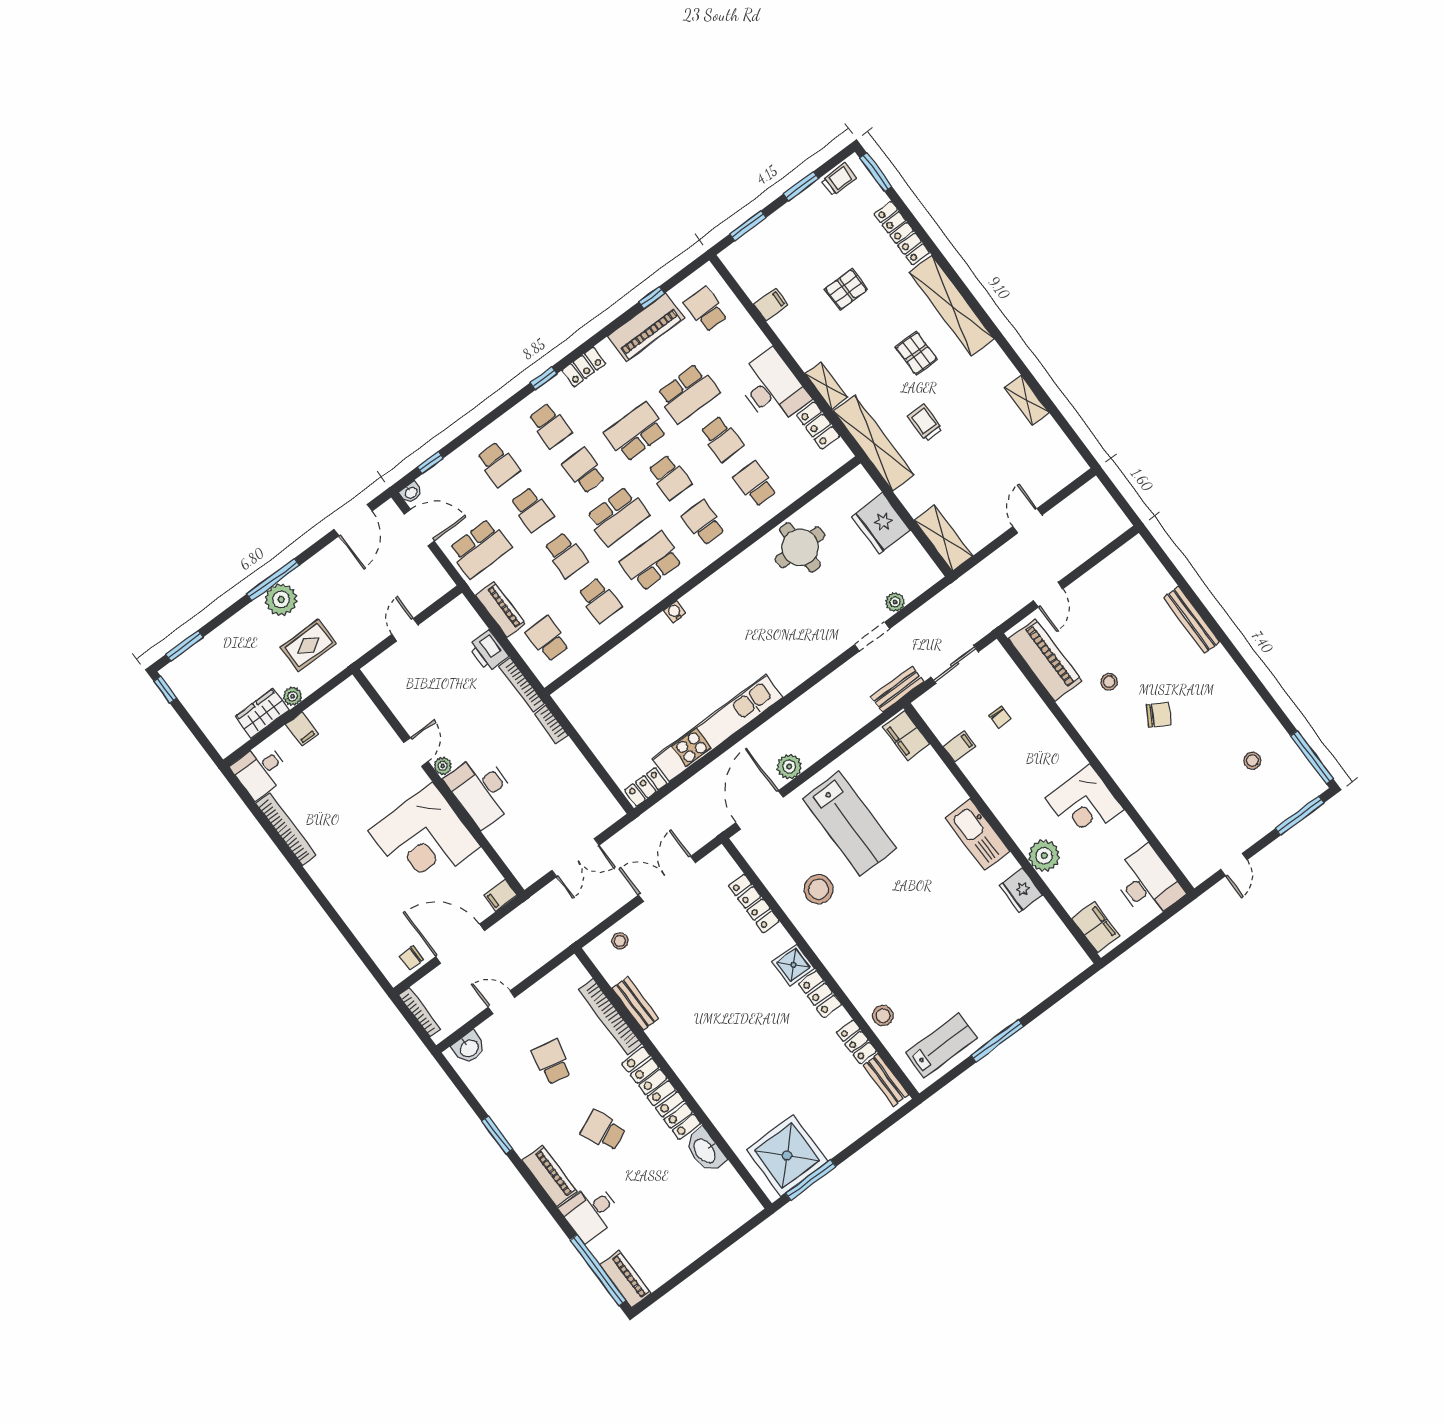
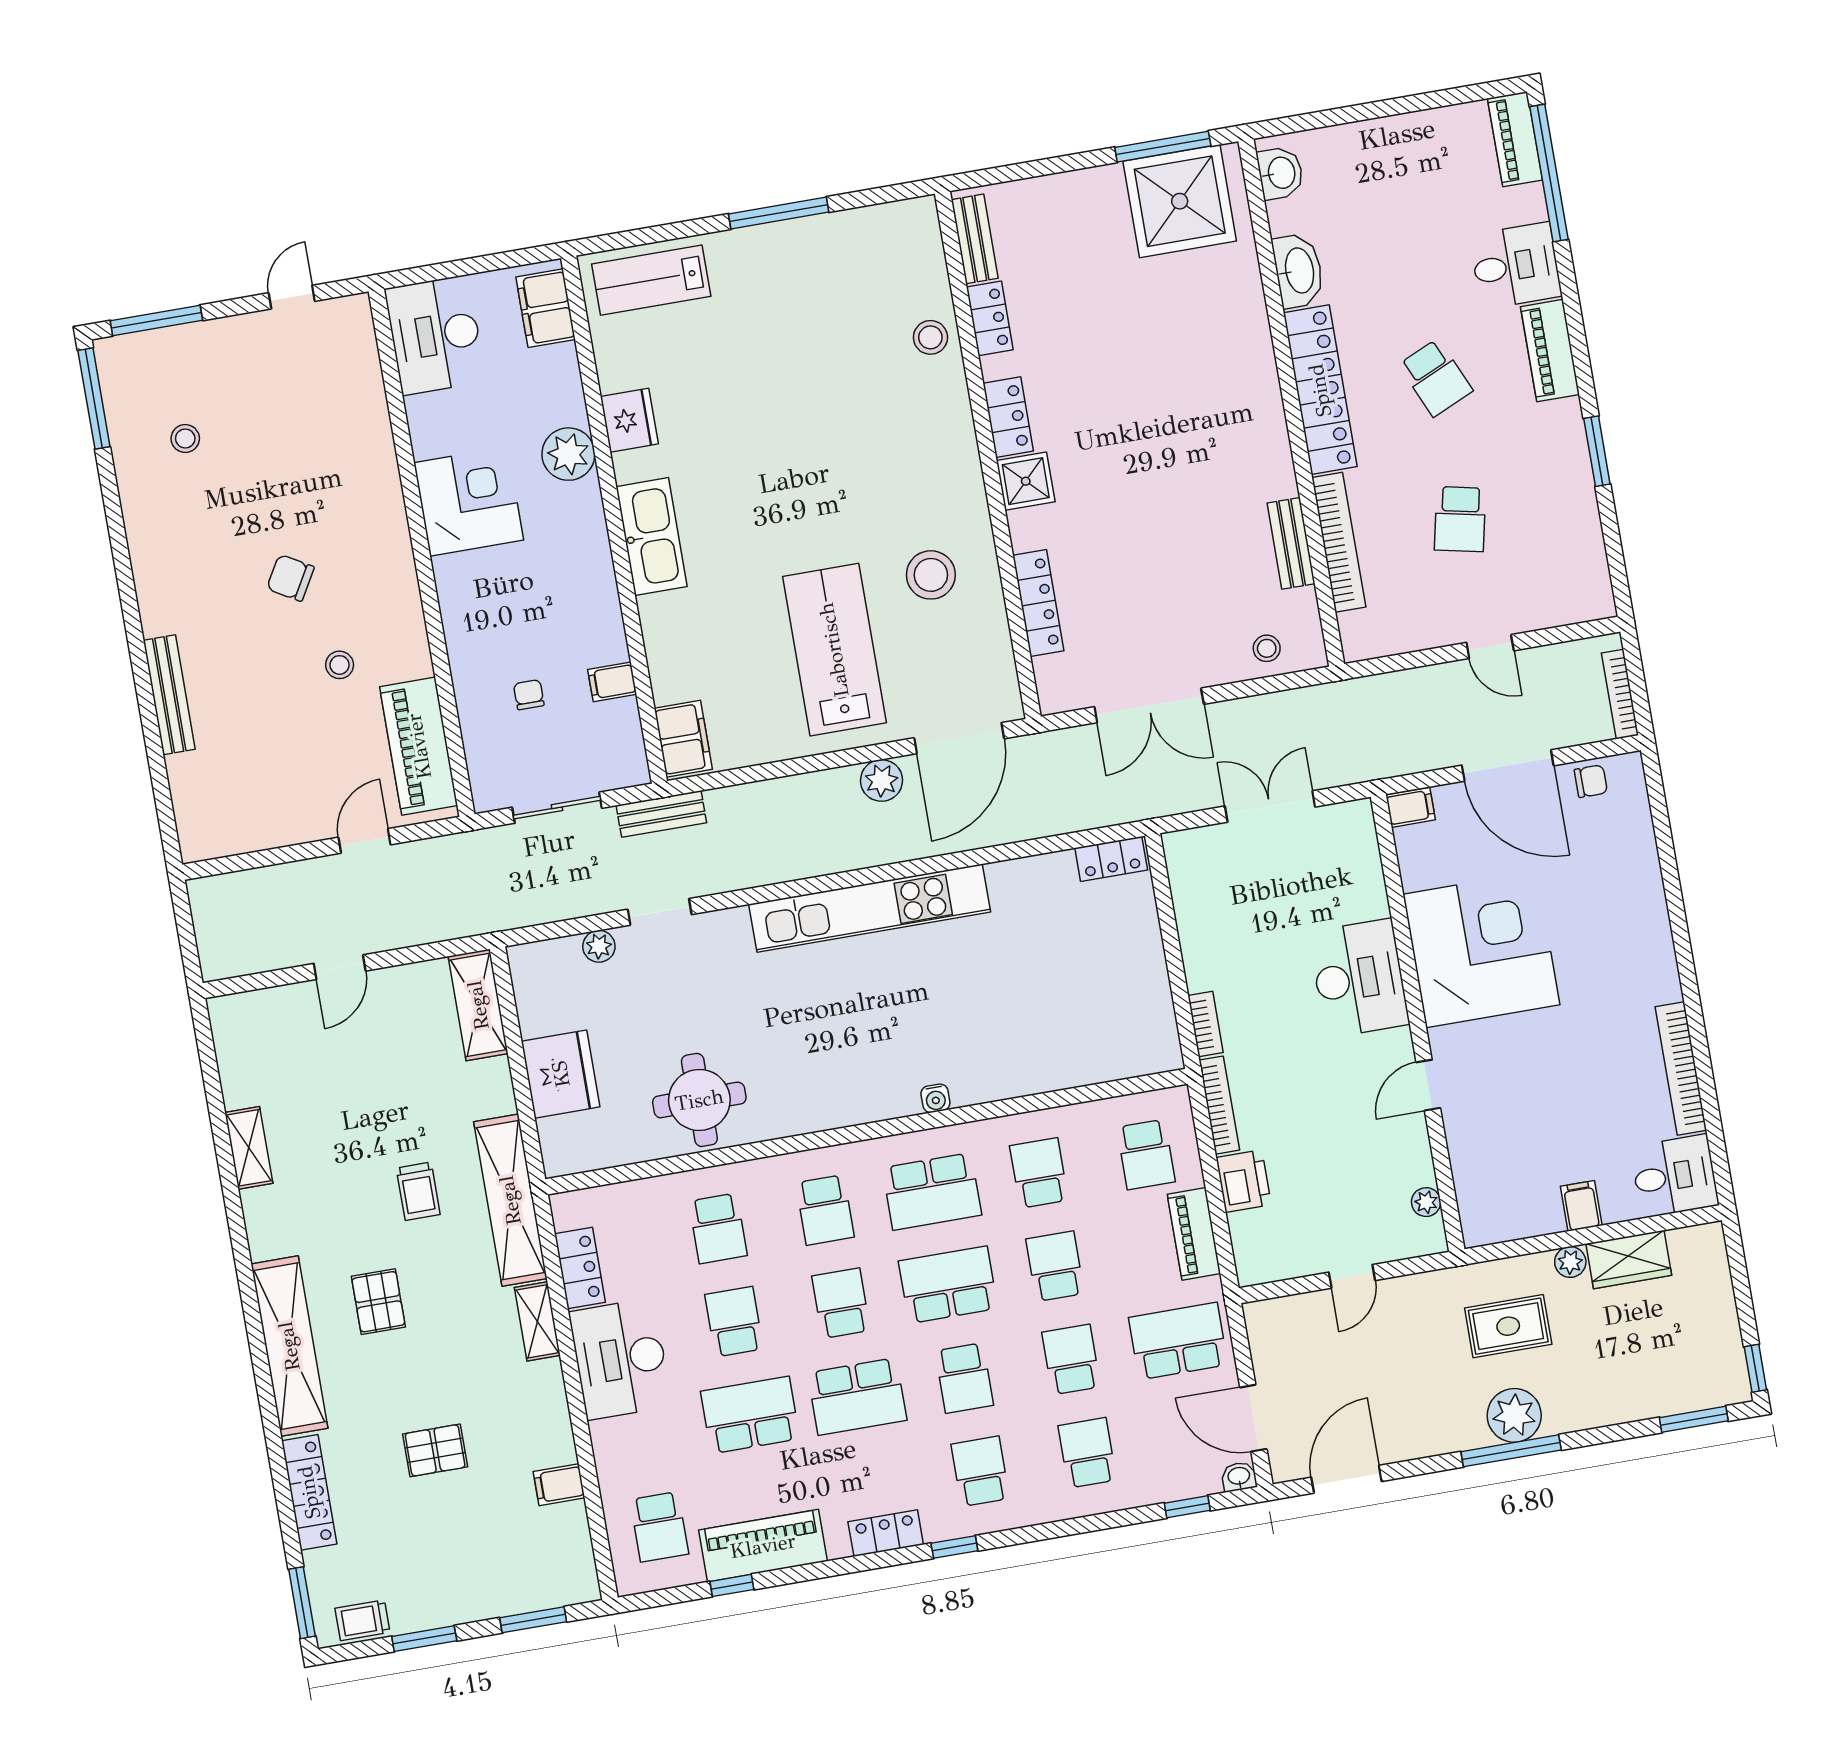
kitchen unit: (718, 728) -> (870, 908), moved
plant: (443, 766) -> (1426, 1202), moved
lab bench: (941, 1045) -> (651, 280), moved
washbasin: (469, 1048) -> (1280, 173), moved, turned 90

